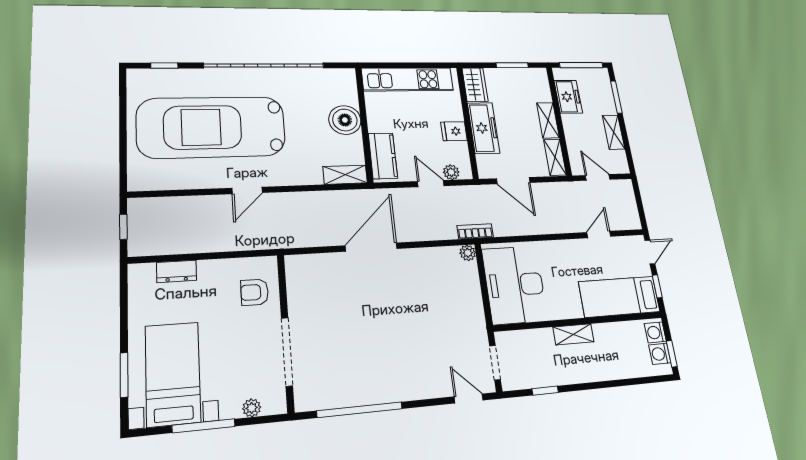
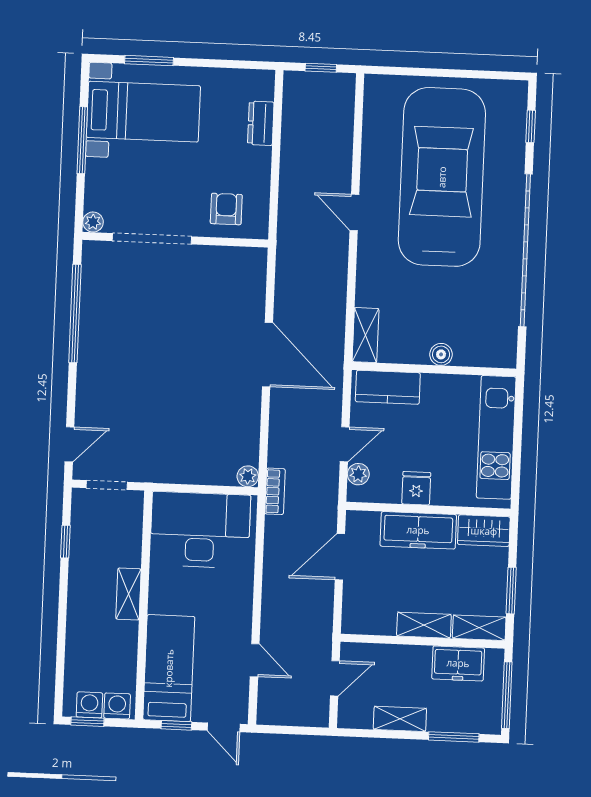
boiler: (345, 120) -> (441, 354), width x0.54, depth x0.54
shelving: (555, 157) -> (479, 628), moved
plant: (252, 408) -> (93, 222), moved

